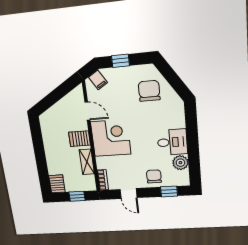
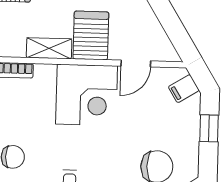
server rack: (80, 139) -> (91, 35), width x1.36, depth x1.44

